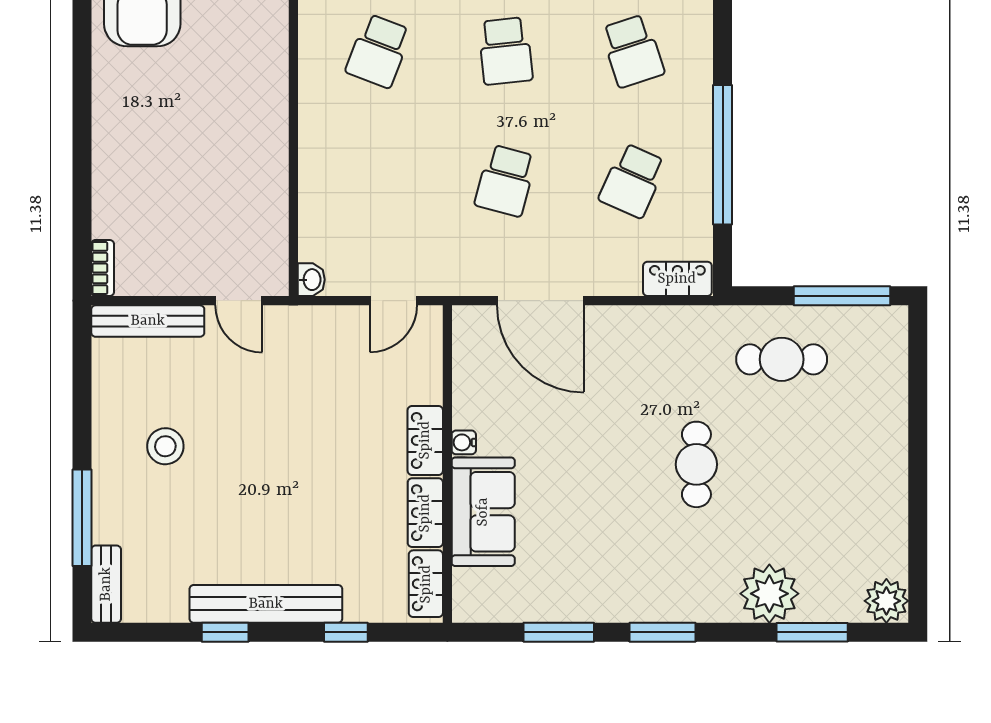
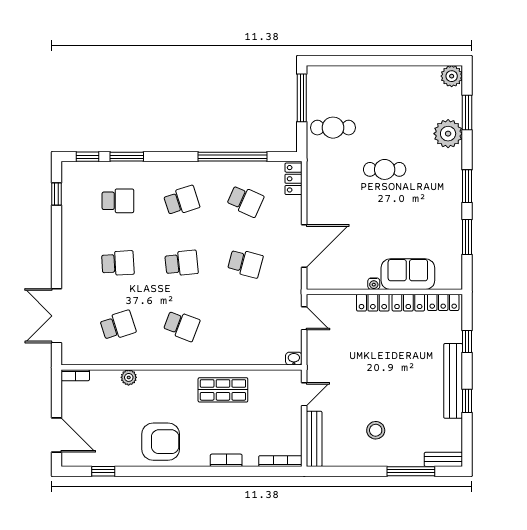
shop shelf: (248, 135) -> (223, 390), added
bookcase: (104, 142) -> (226, 460), added
bookcase: (103, 268) -> (280, 461), width x1.56
cafe table: (782, 359) -> (333, 128), turned 90

